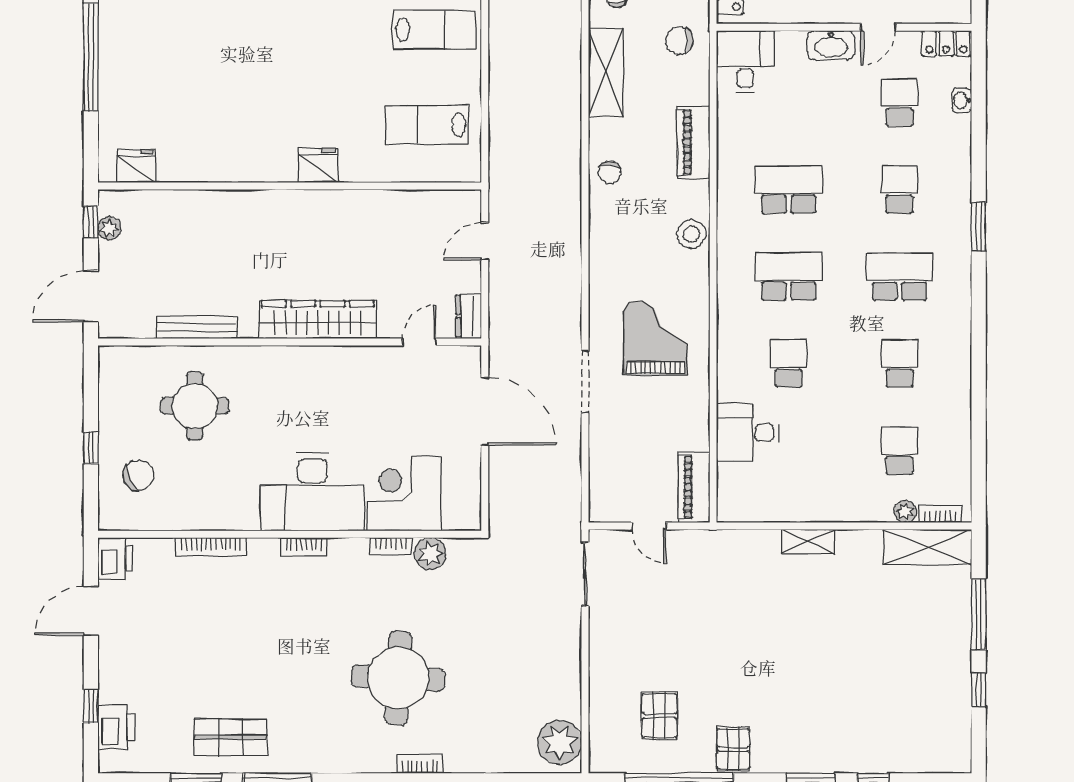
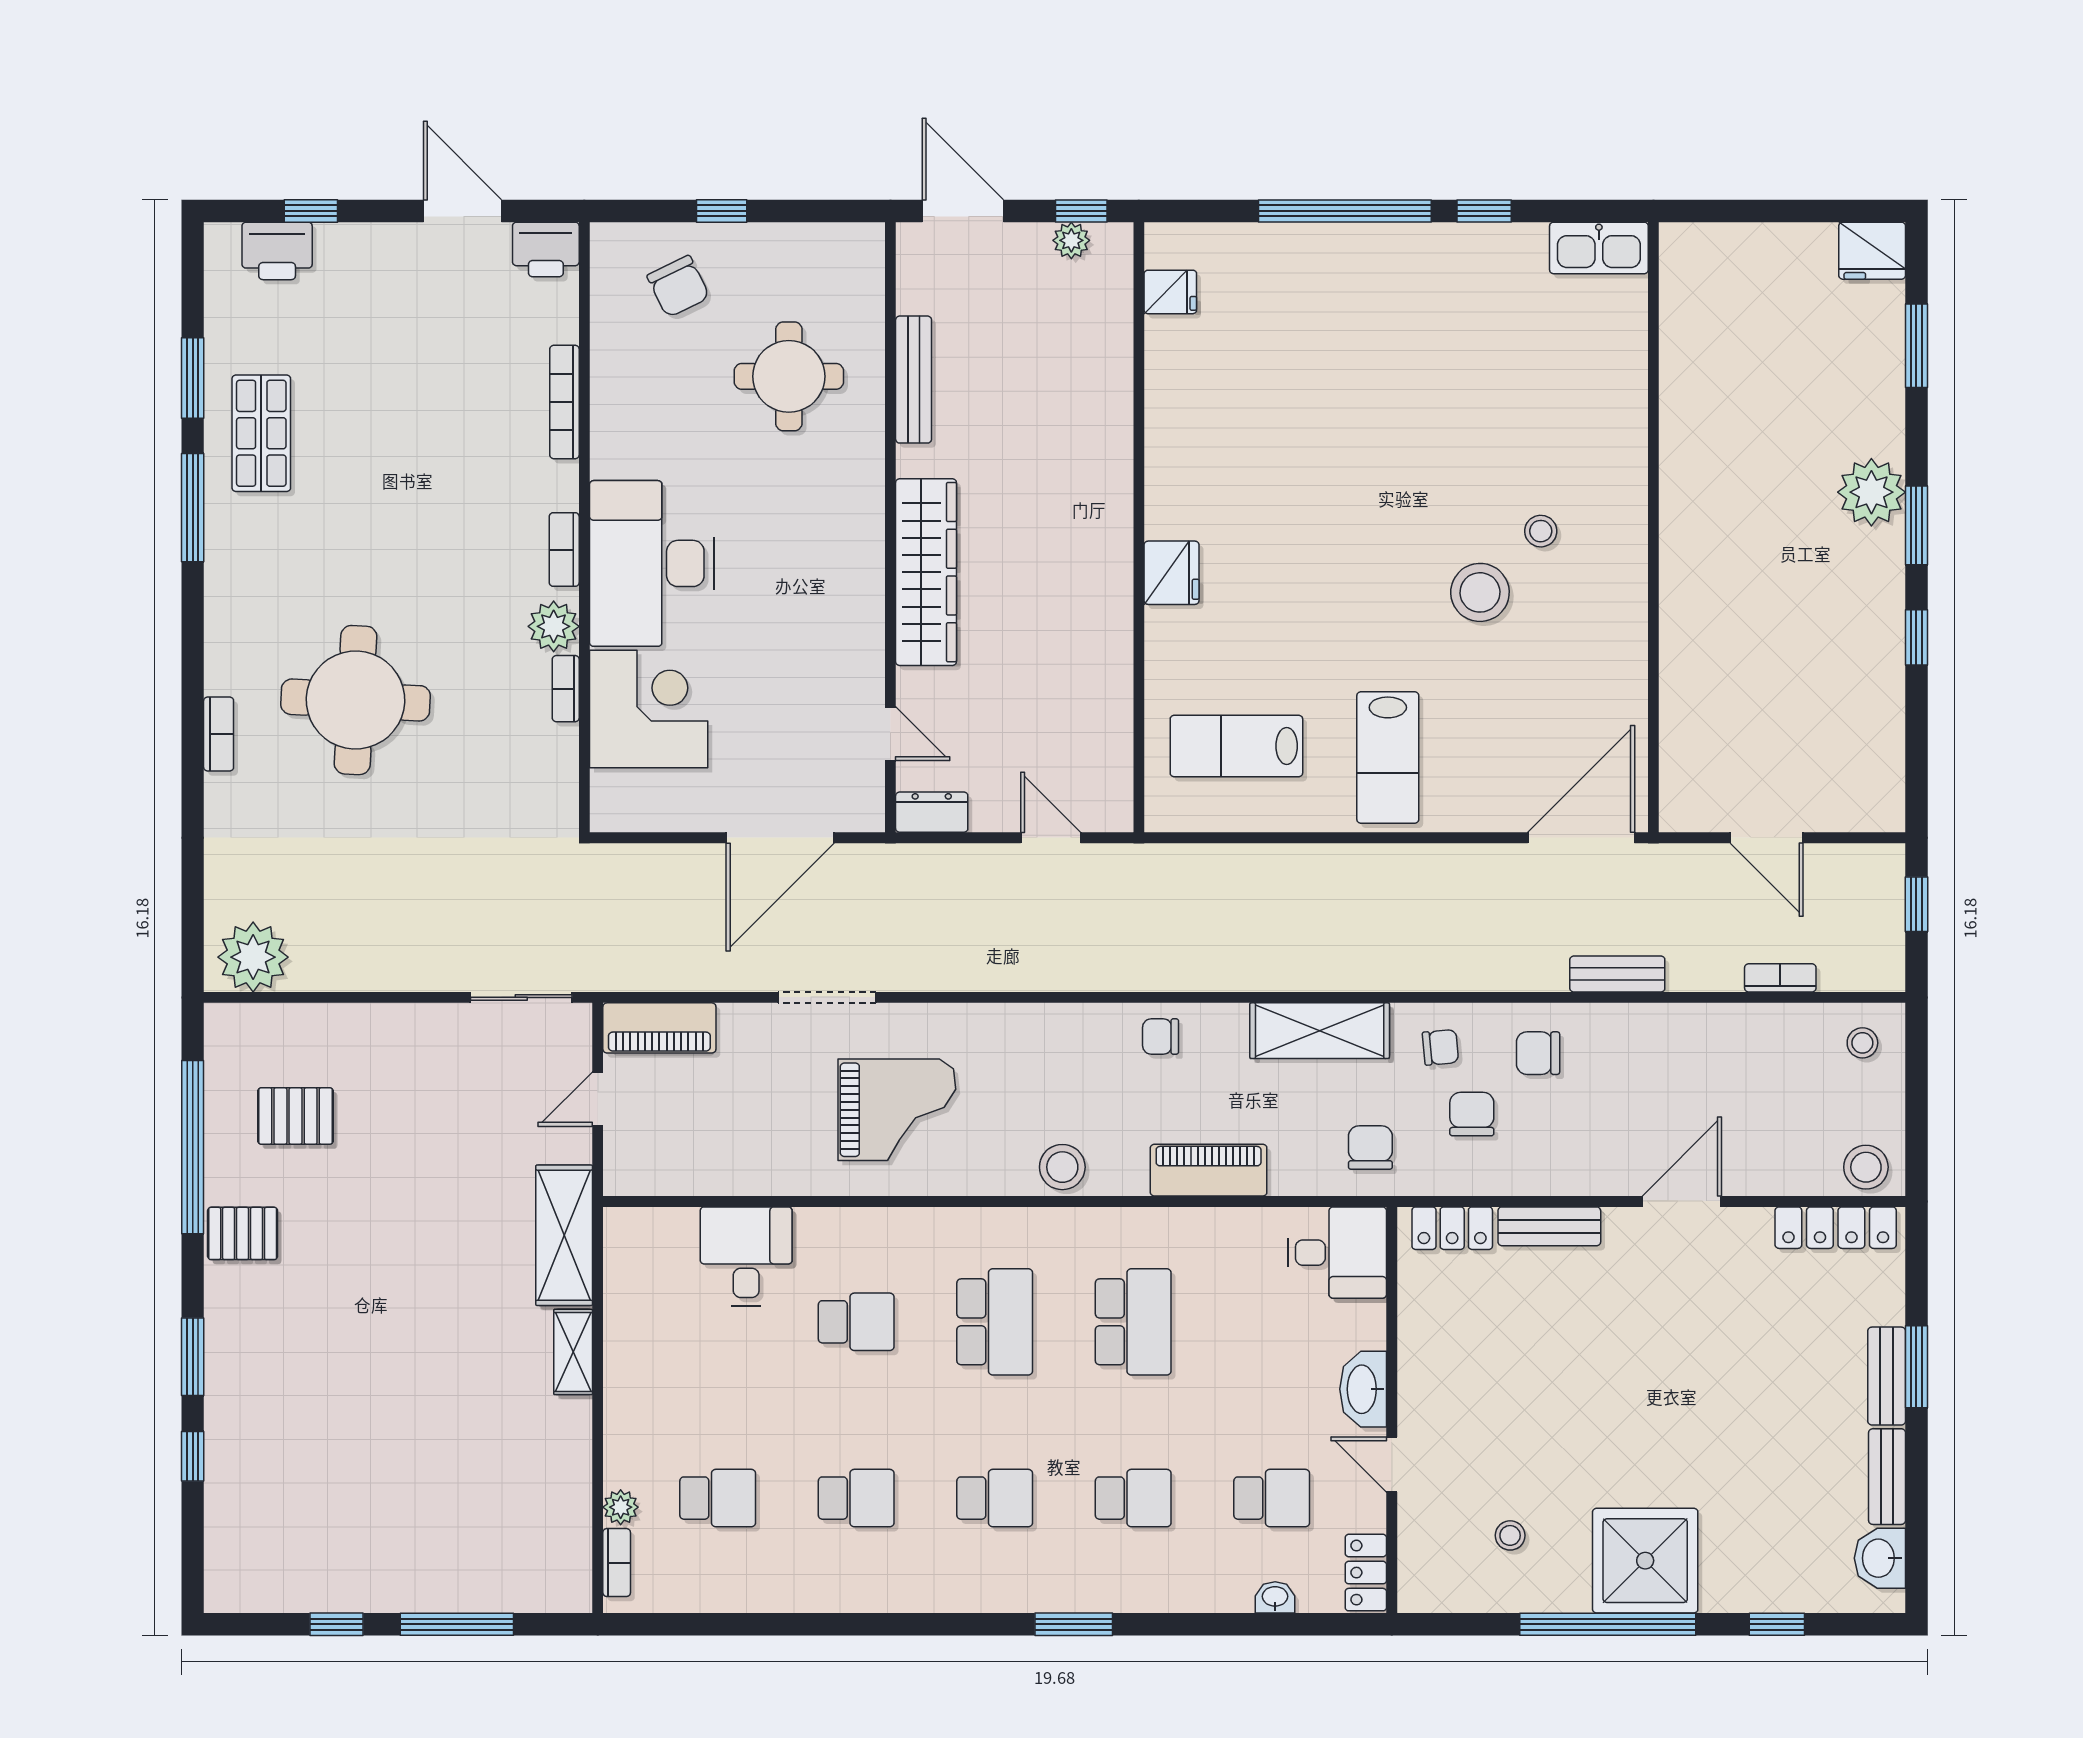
lab bench: (427, 125) -> (1236, 746), turned -90
fridge: (137, 166) -> (1170, 292), width x0.72
school desk: (899, 277) -> (995, 1498), width x0.54
piano: (694, 487) -> (659, 1028), moved, turned 180
shelving: (927, 547) -> (564, 1235), moved
plant: (430, 554) -> (554, 626), moved

